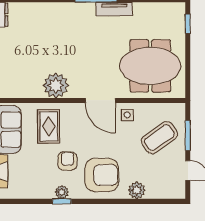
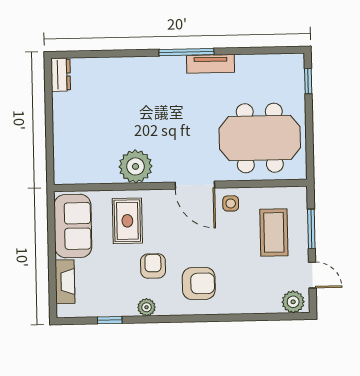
coffee table: (159, 138) -> (274, 232), turned -55
armchair: (102, 175) -> (199, 283), width x0.73, depth x0.73
plant: (137, 190) -> (293, 302), moved
window: (62, 201) -> (110, 320), moved

